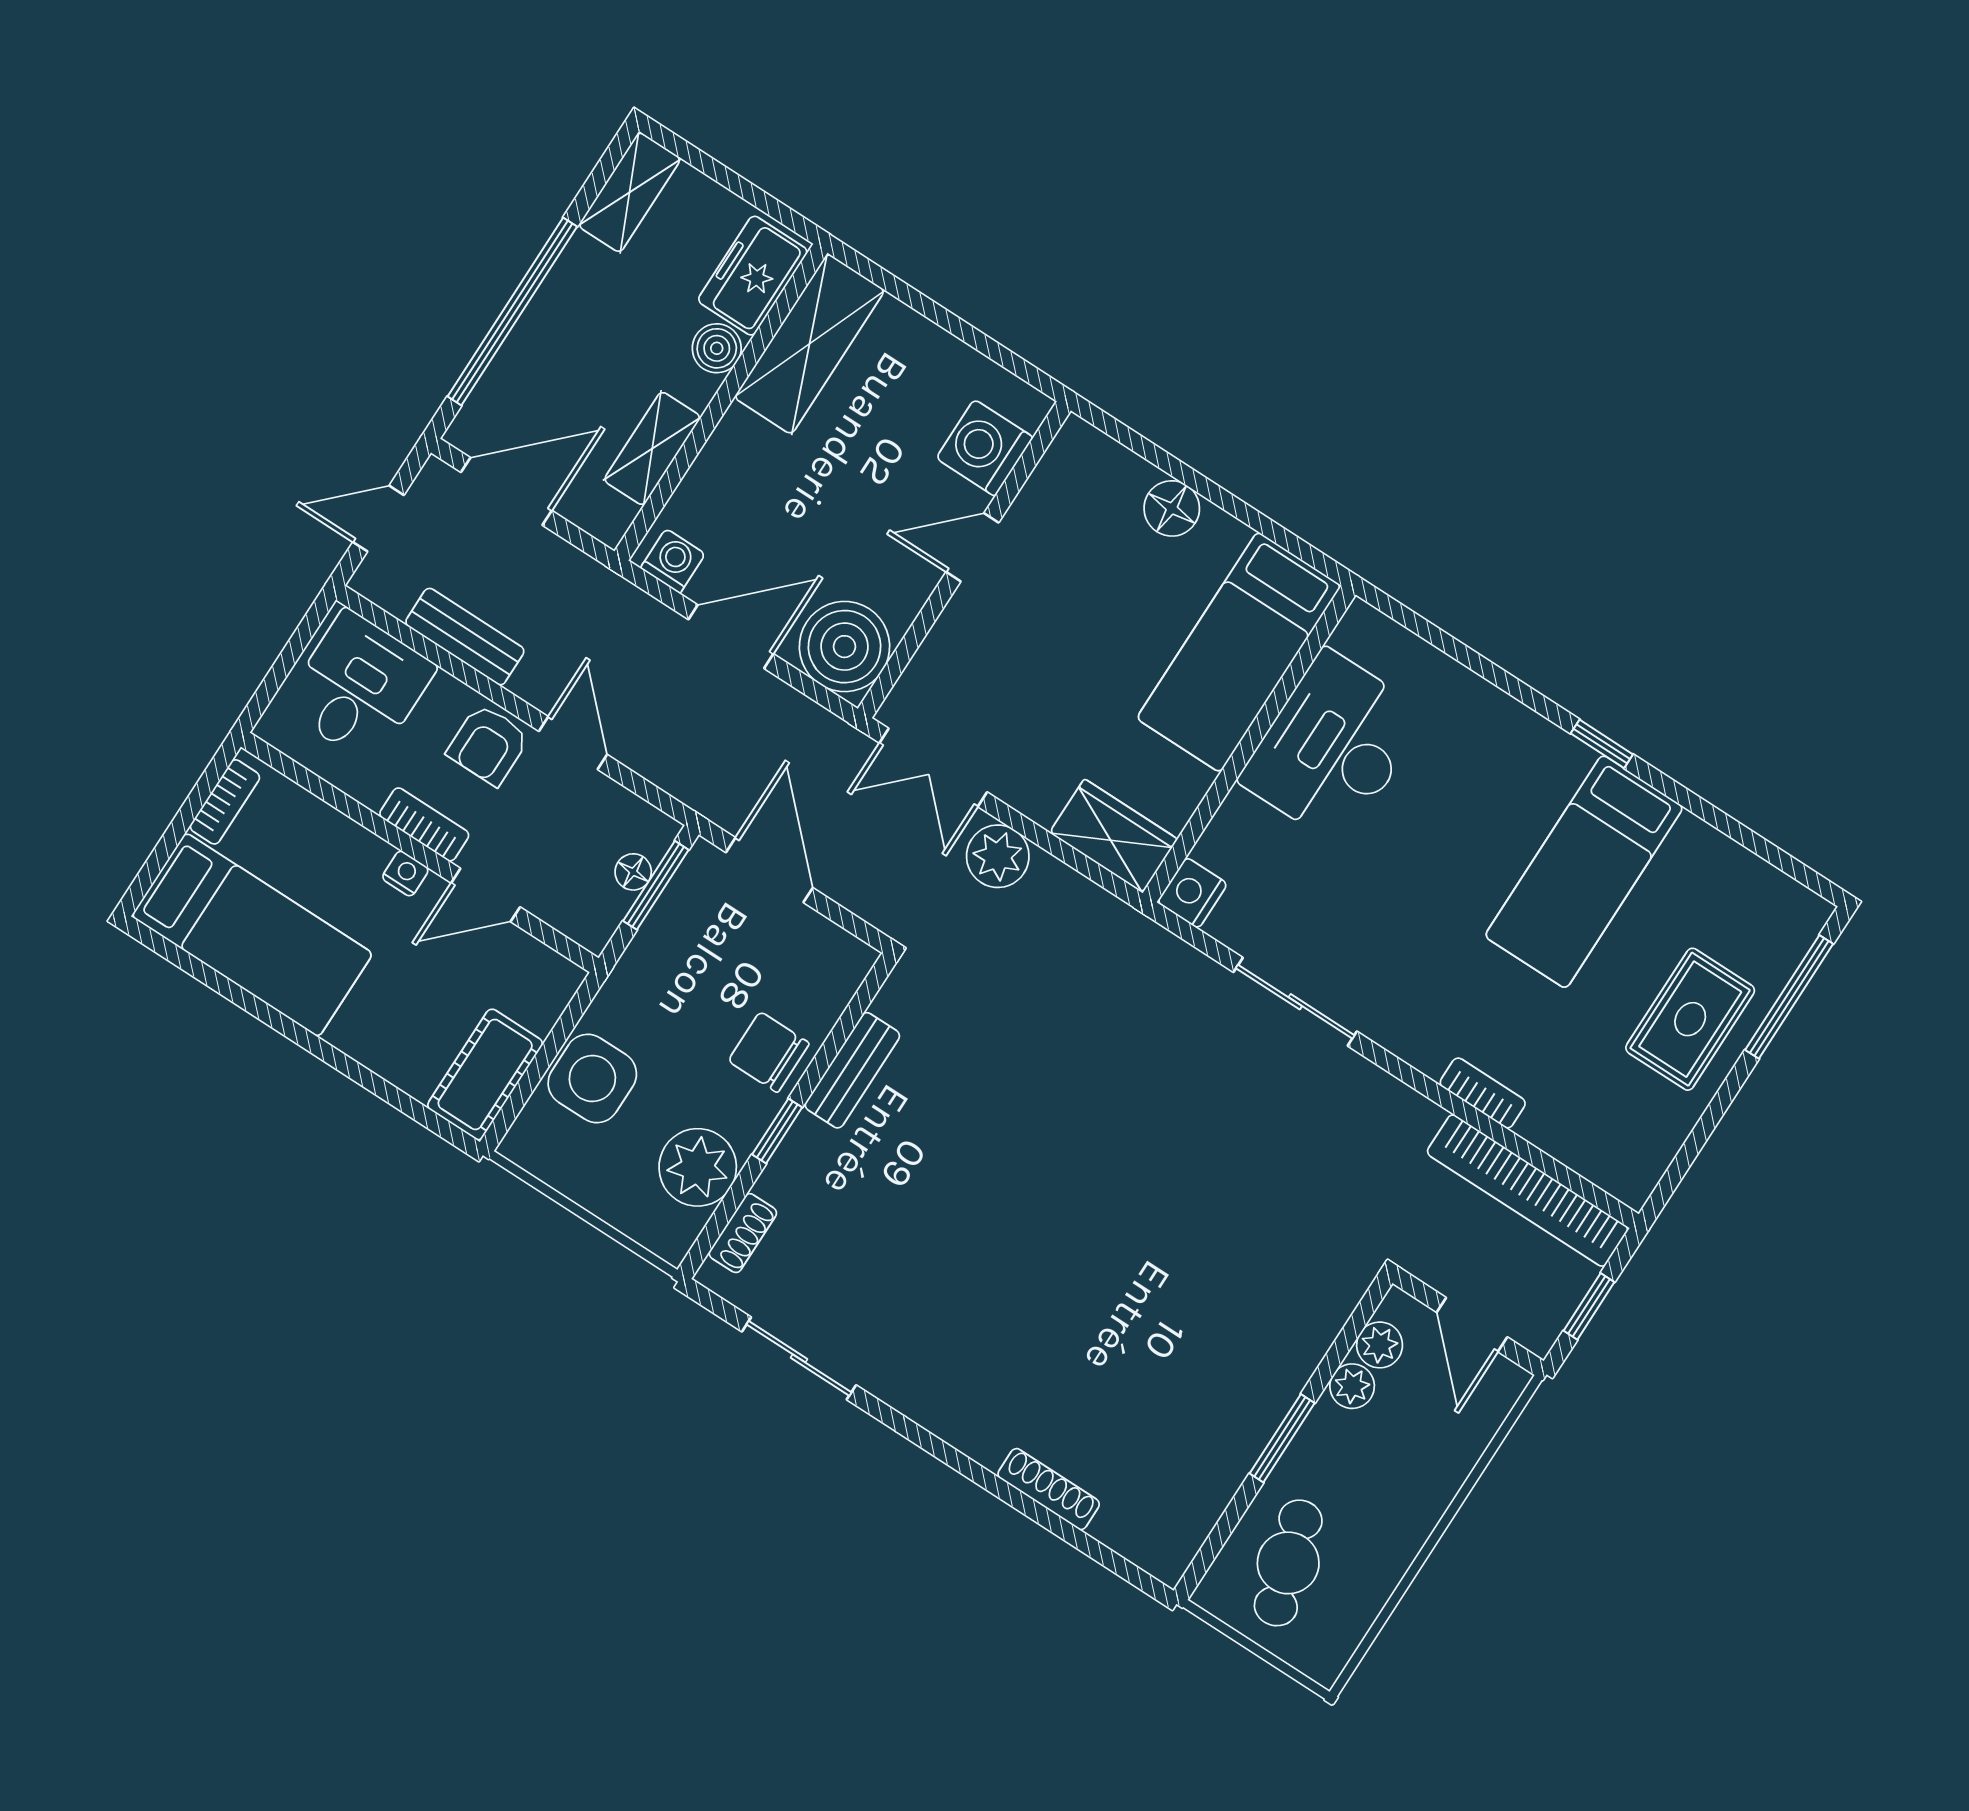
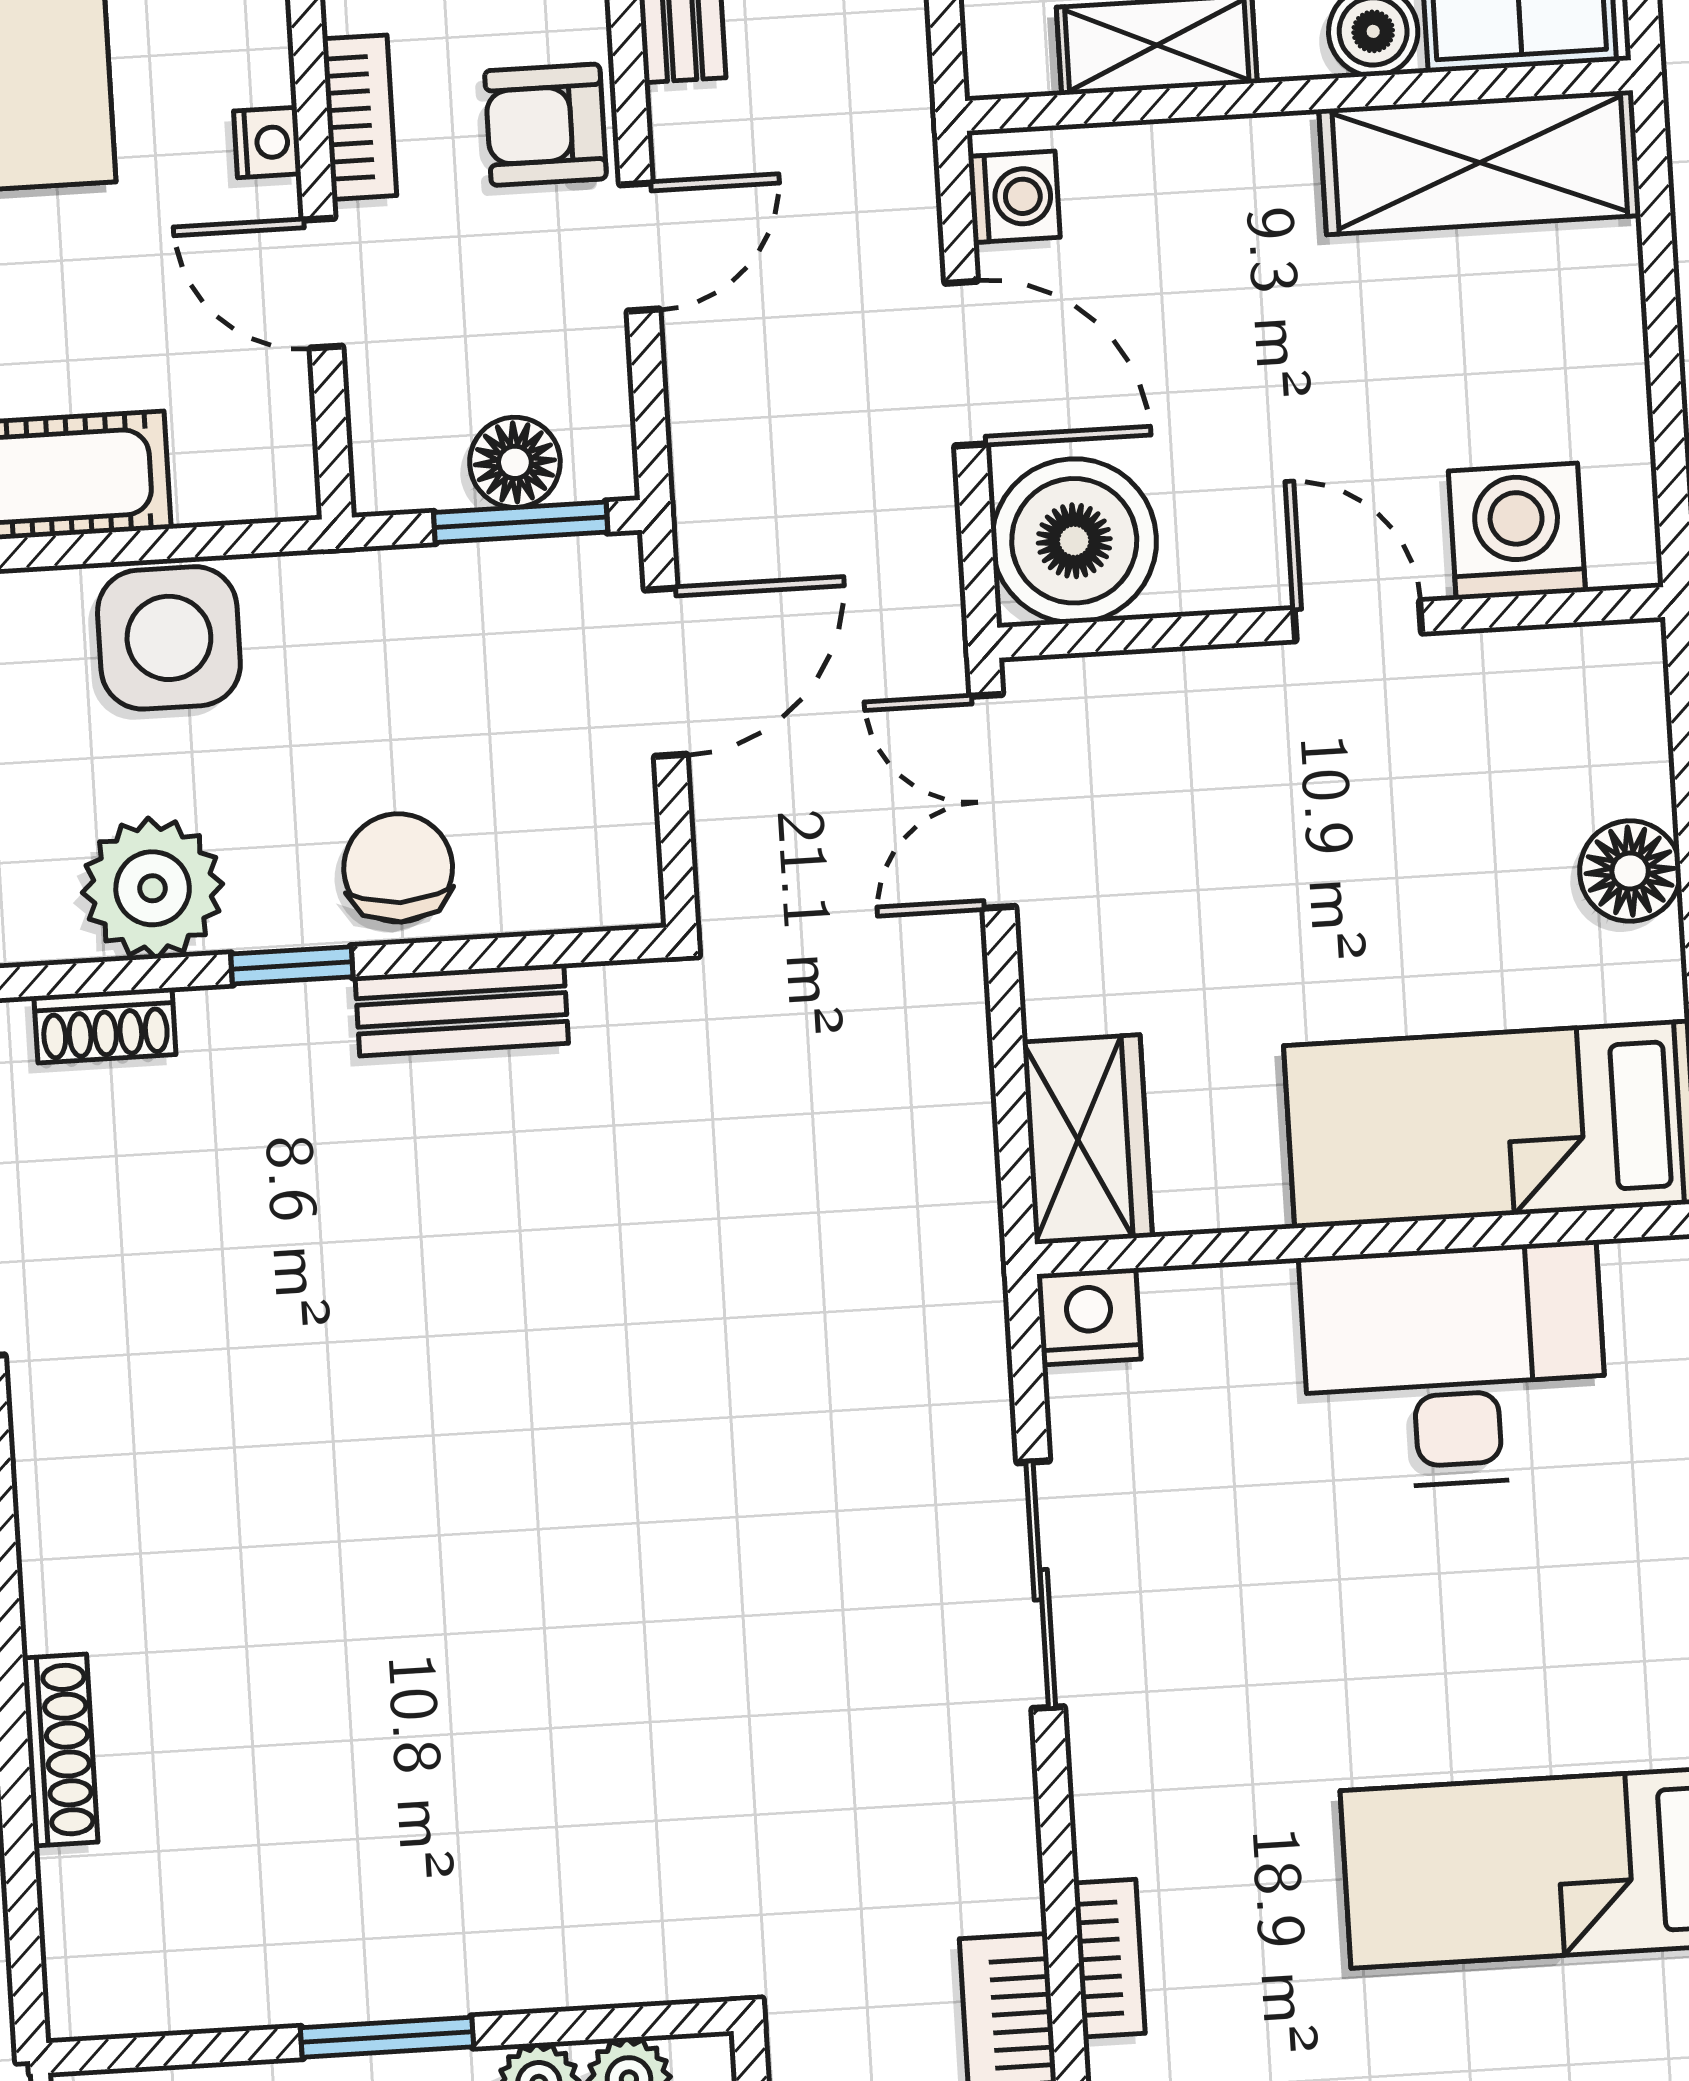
plant: (998, 856) -> (933, 992), removed
floor lamp: (633, 872) -> (515, 462), width x1.37, depth x1.37

